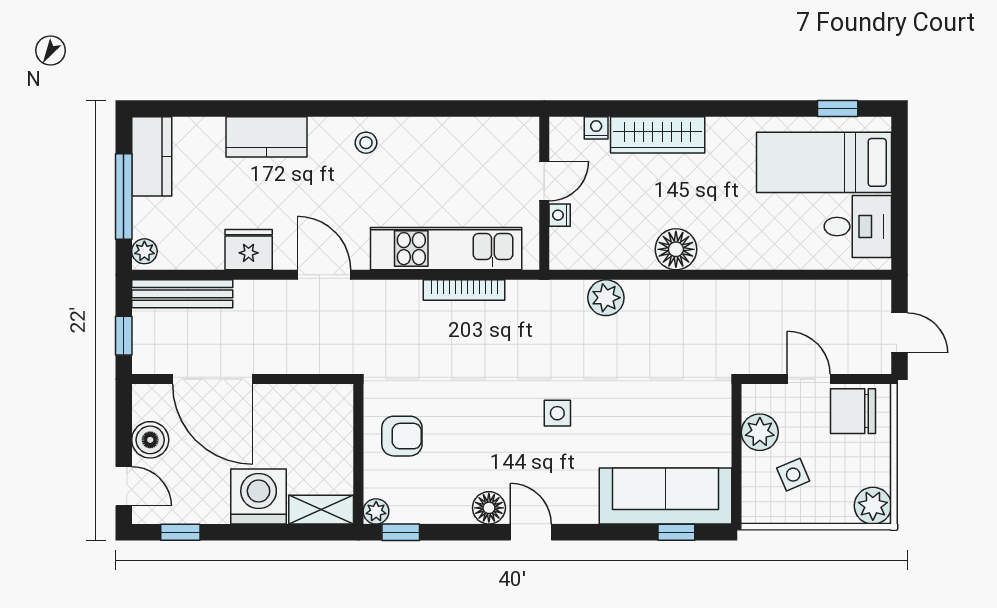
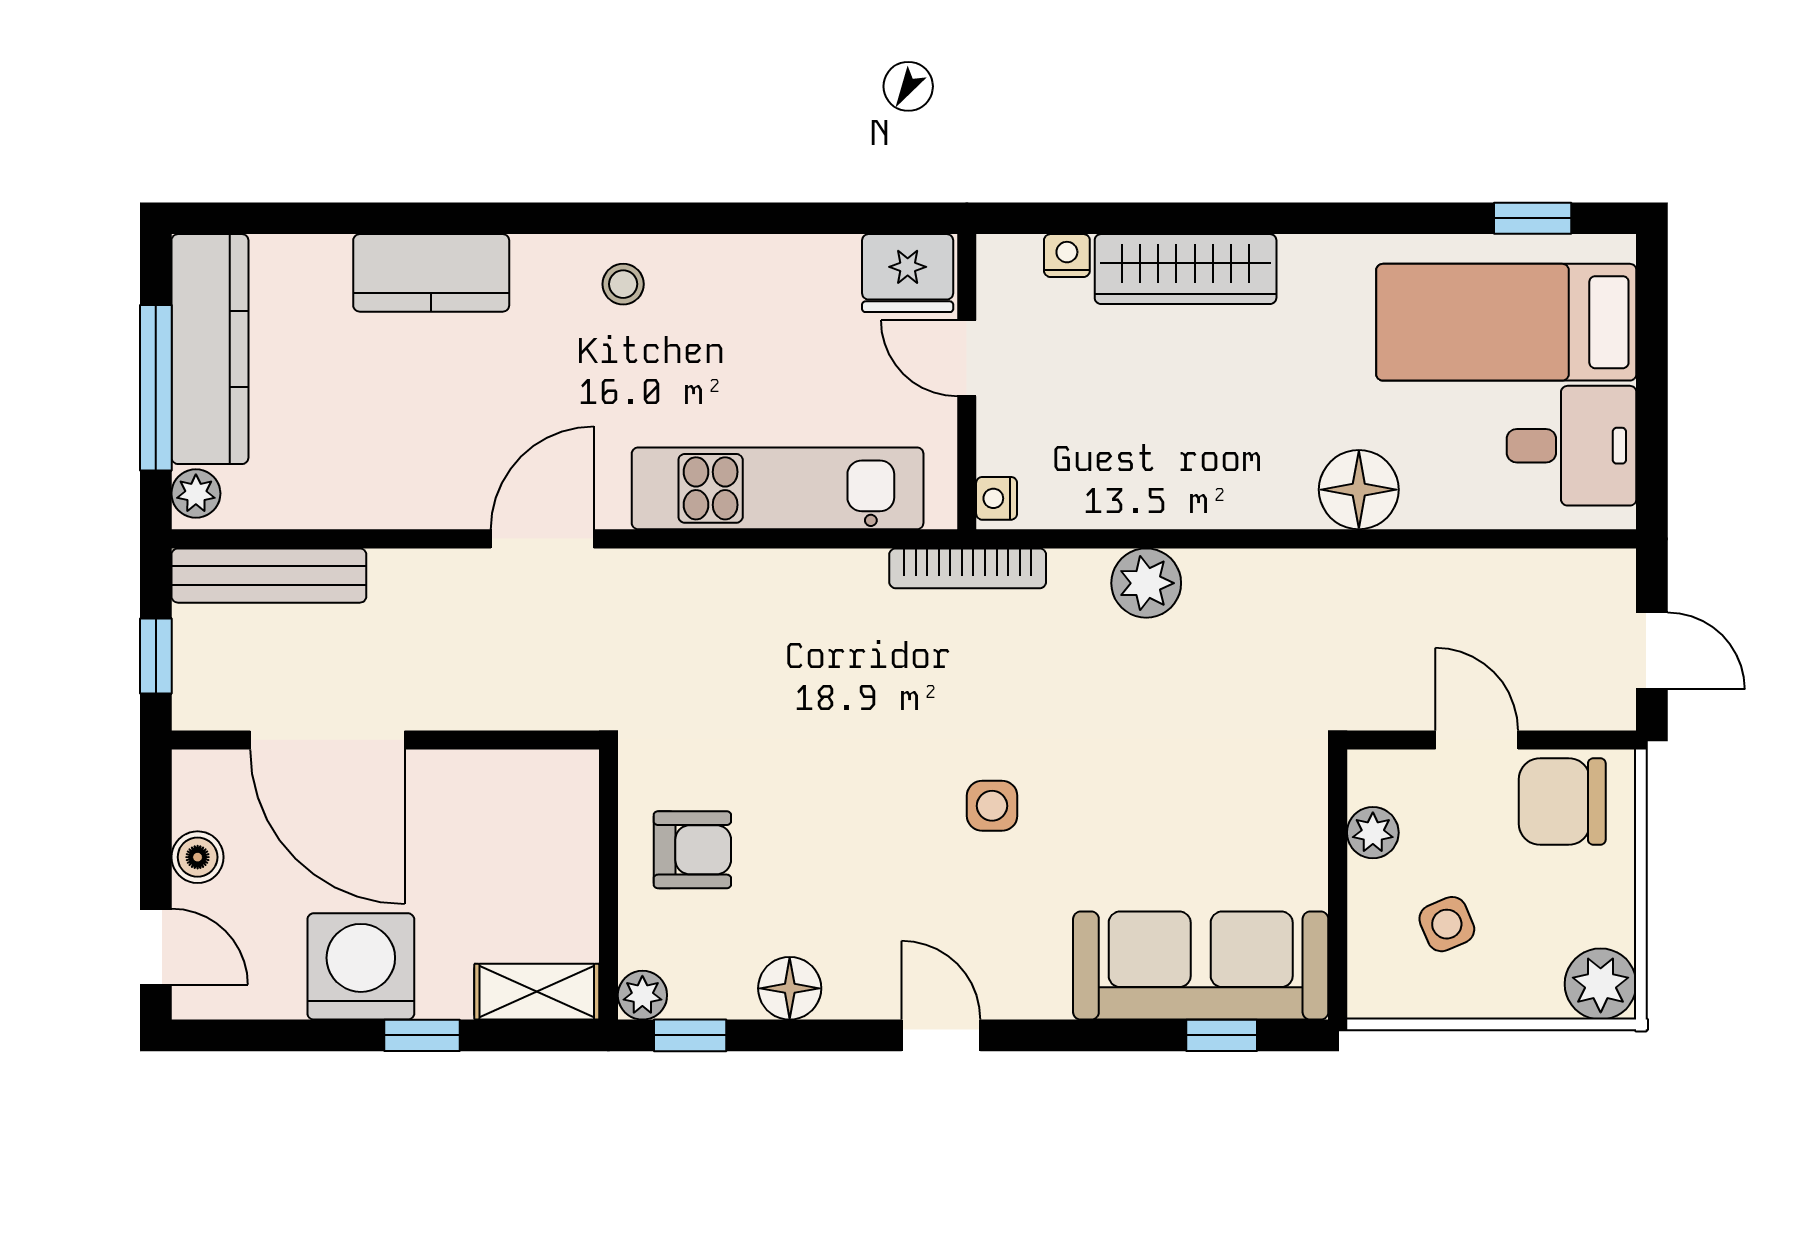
kitchen counter: (152, 156) -> (210, 349), width x1.50
door: (544, 181) -> (967, 358), swing flipped
nightstand: (560, 215) -> (997, 498), moved
floor lamp: (676, 249) -> (1359, 490), moved
fridge: (249, 250) -> (908, 273), moved, turned 180
door: (324, 275) -> (542, 539), hinge flipped
bookcase: (464, 290) -> (968, 568), moved
plant: (606, 298) -> (1146, 583), moved
plant: (760, 432) -> (1373, 833), width x0.73, depth x0.73
boiler: (150, 440) -> (198, 857), width x0.73, depth x0.73
washing machine: (259, 497) -> (361, 966), moved
floor lamp: (489, 508) -> (790, 988), moved
window: (180, 532) -> (422, 1035), moved

